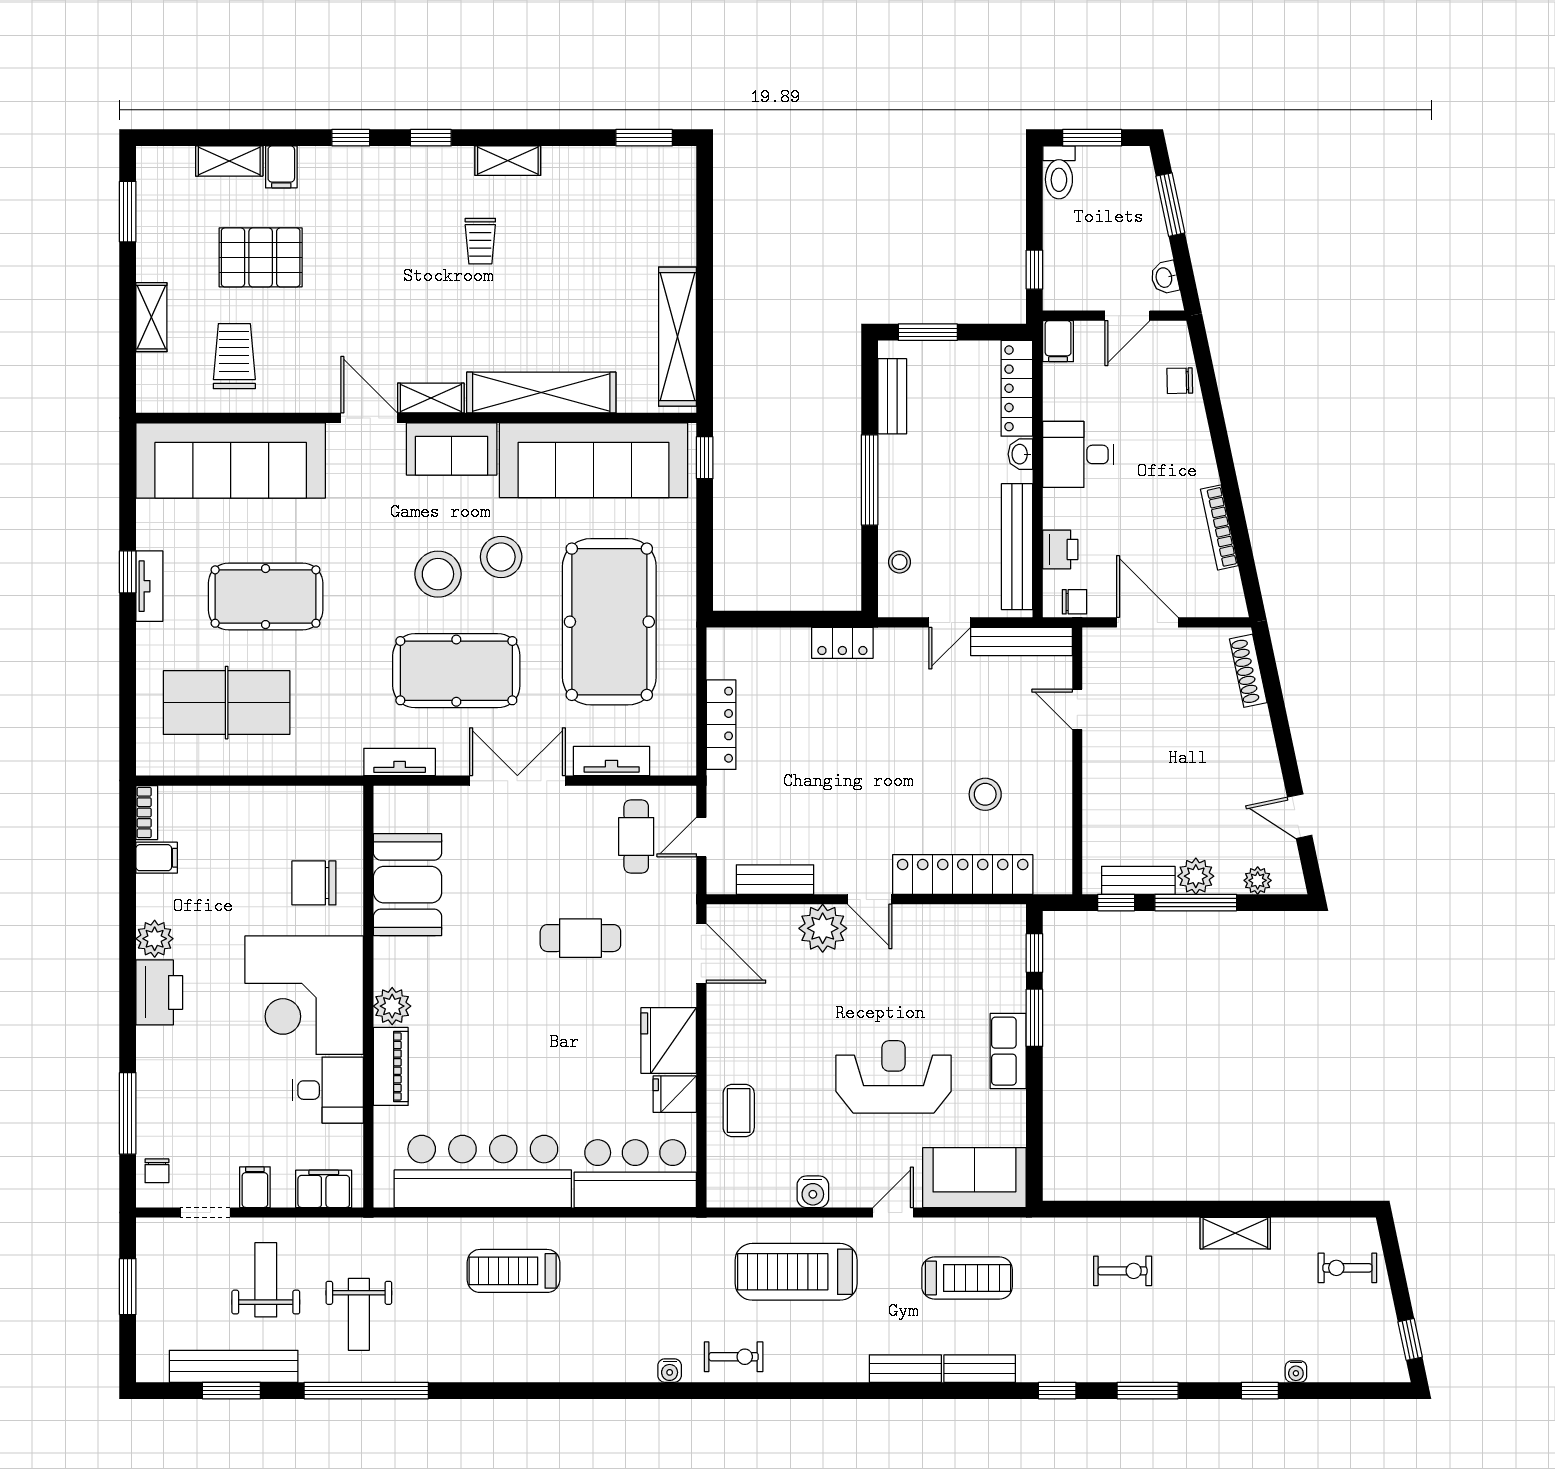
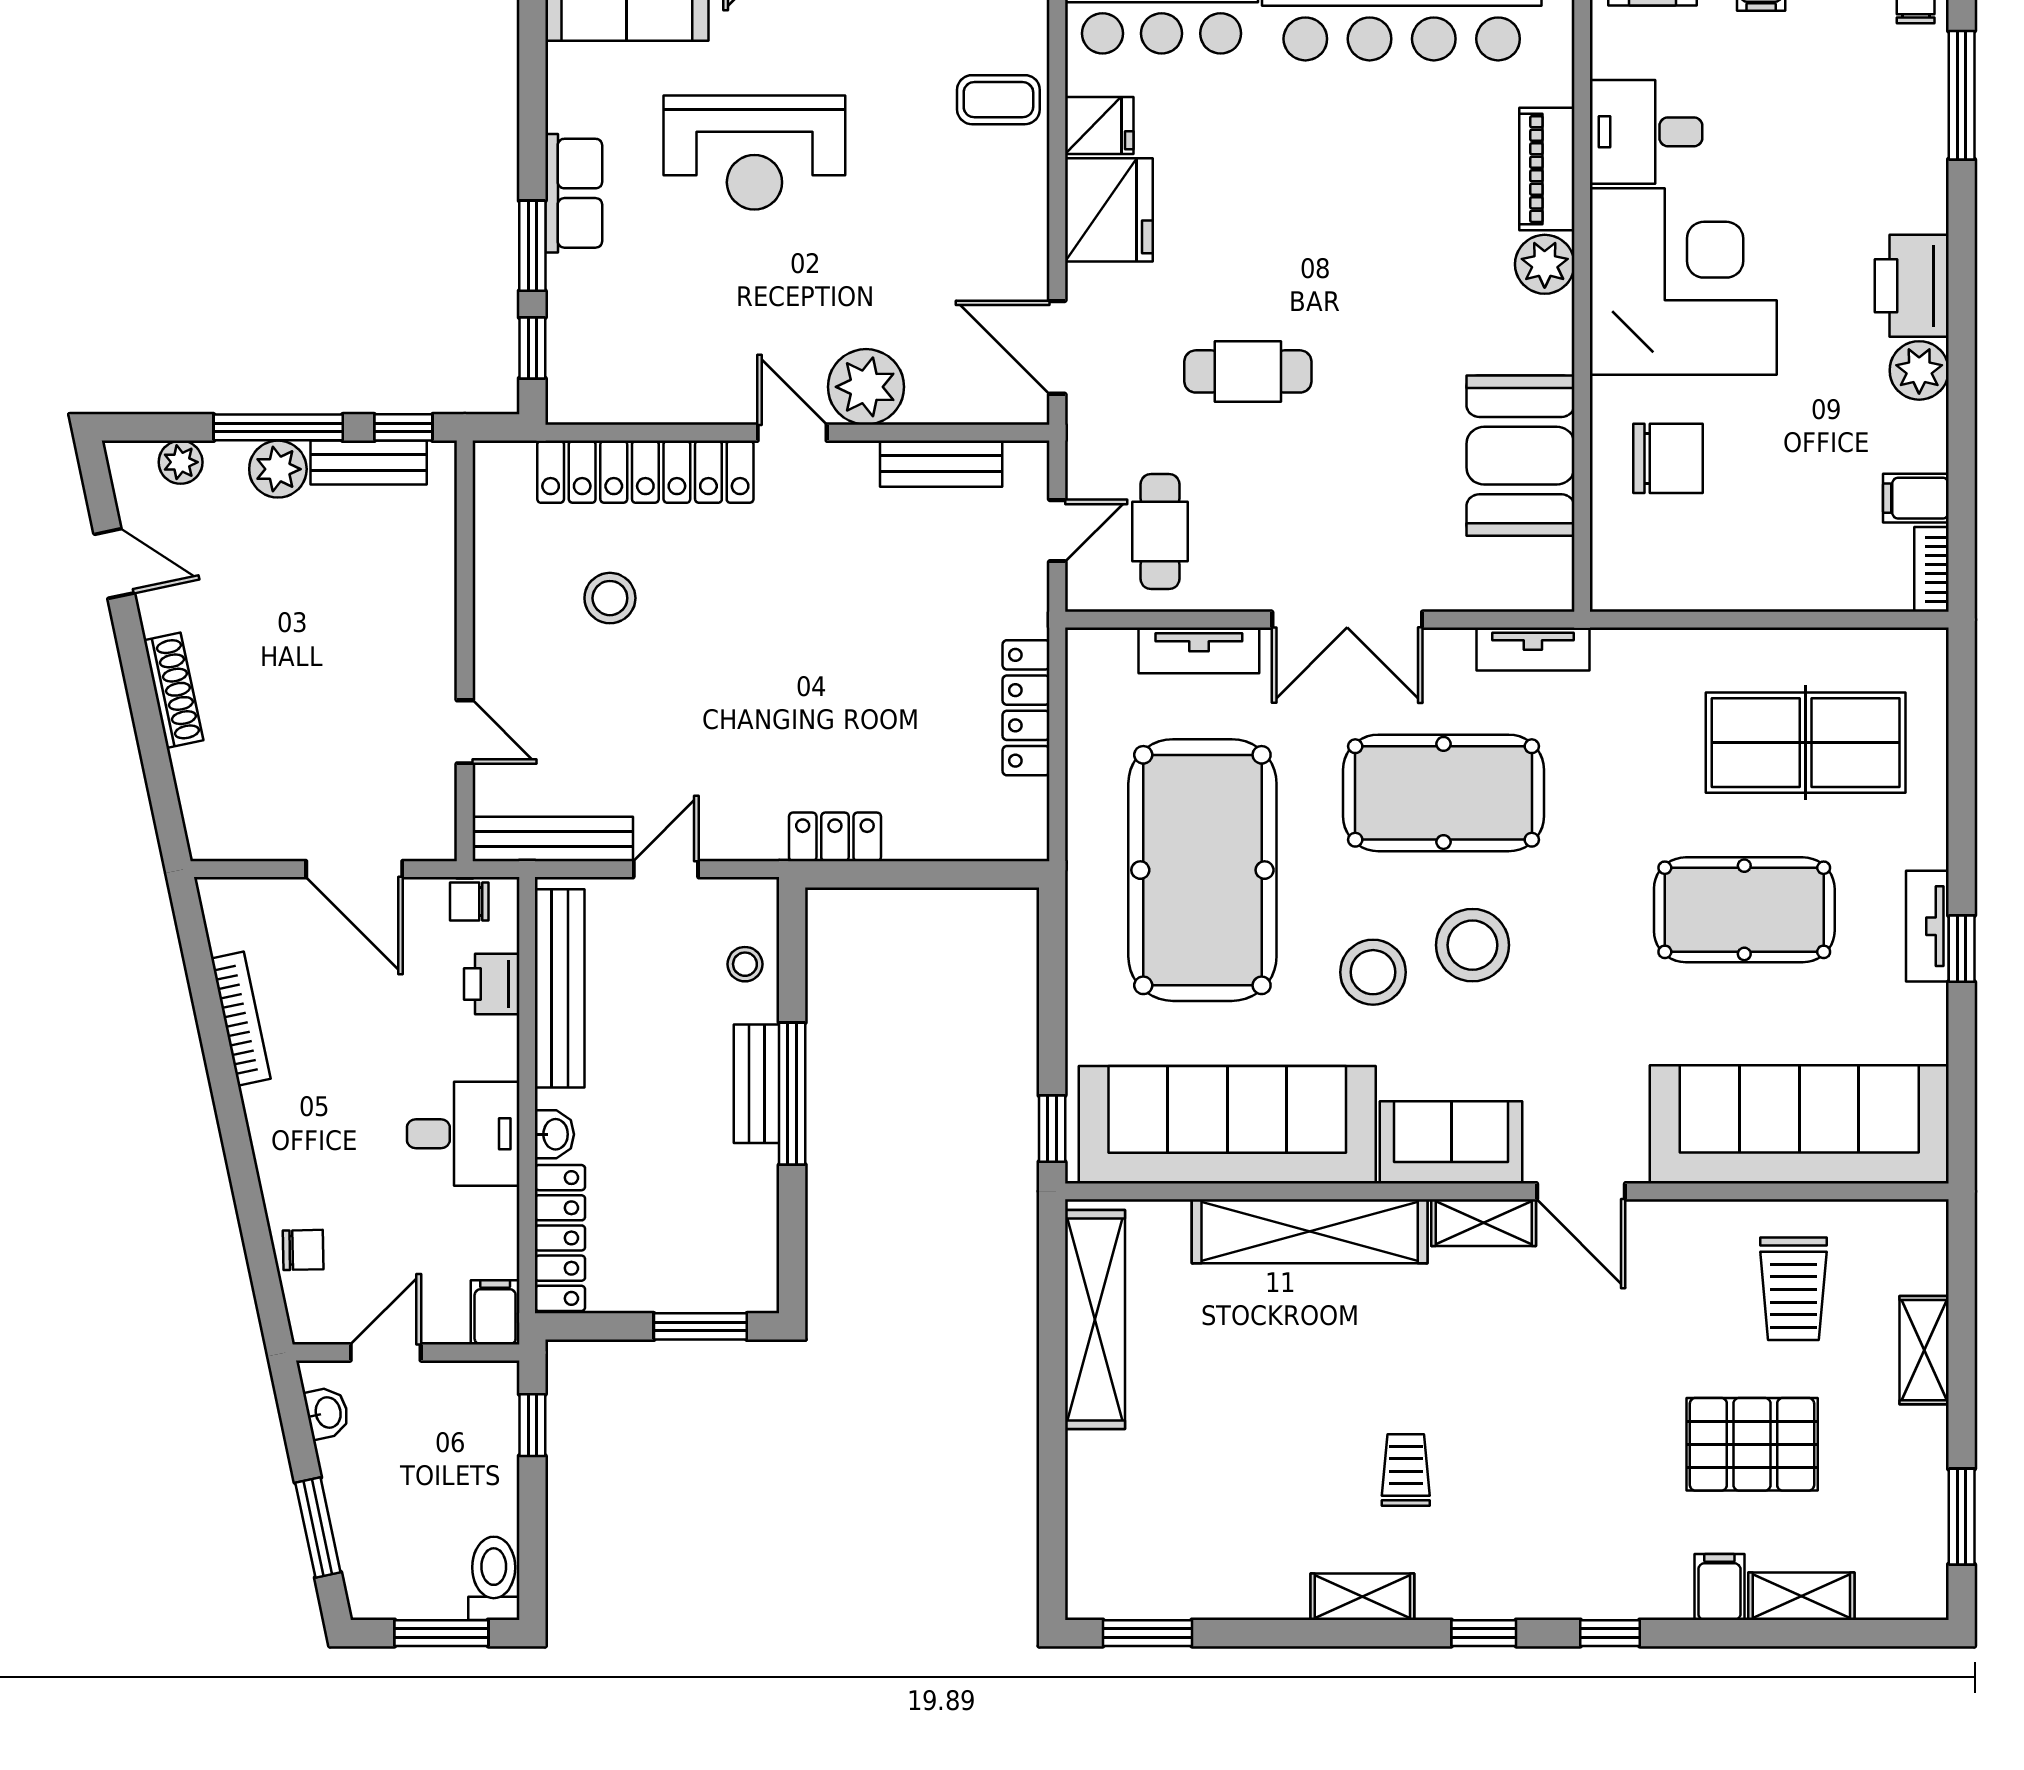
bench: (892, 396) -> (757, 1084), moved
shoe rack: (1248, 671) -> (174, 690), moved
coffee table: (739, 1110) -> (998, 100), turned 90

